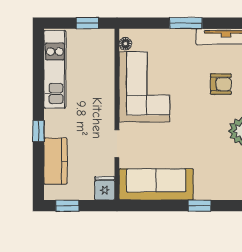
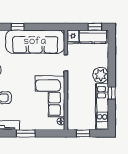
plant: (57, 123) -> (101, 75), added
window: (38, 131) -> (112, 93), moved
kitchen counter: (55, 161) -> (93, 37), moved, turned -90
sofa: (156, 184) -> (35, 42), width x1.36, depth x1.27

